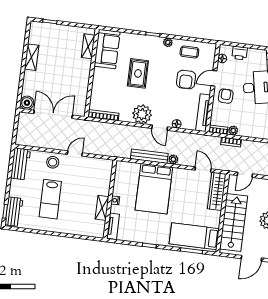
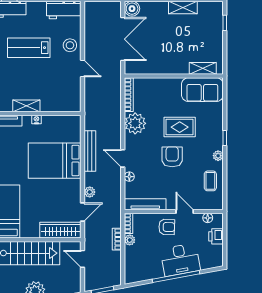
armchair: (186, 80) -> (172, 157), moved, turned 90
plant: (142, 114) -> (135, 123), moved
door: (160, 128) -> (123, 158), hinge flipped
plant: (173, 159) -> (90, 192), moved

